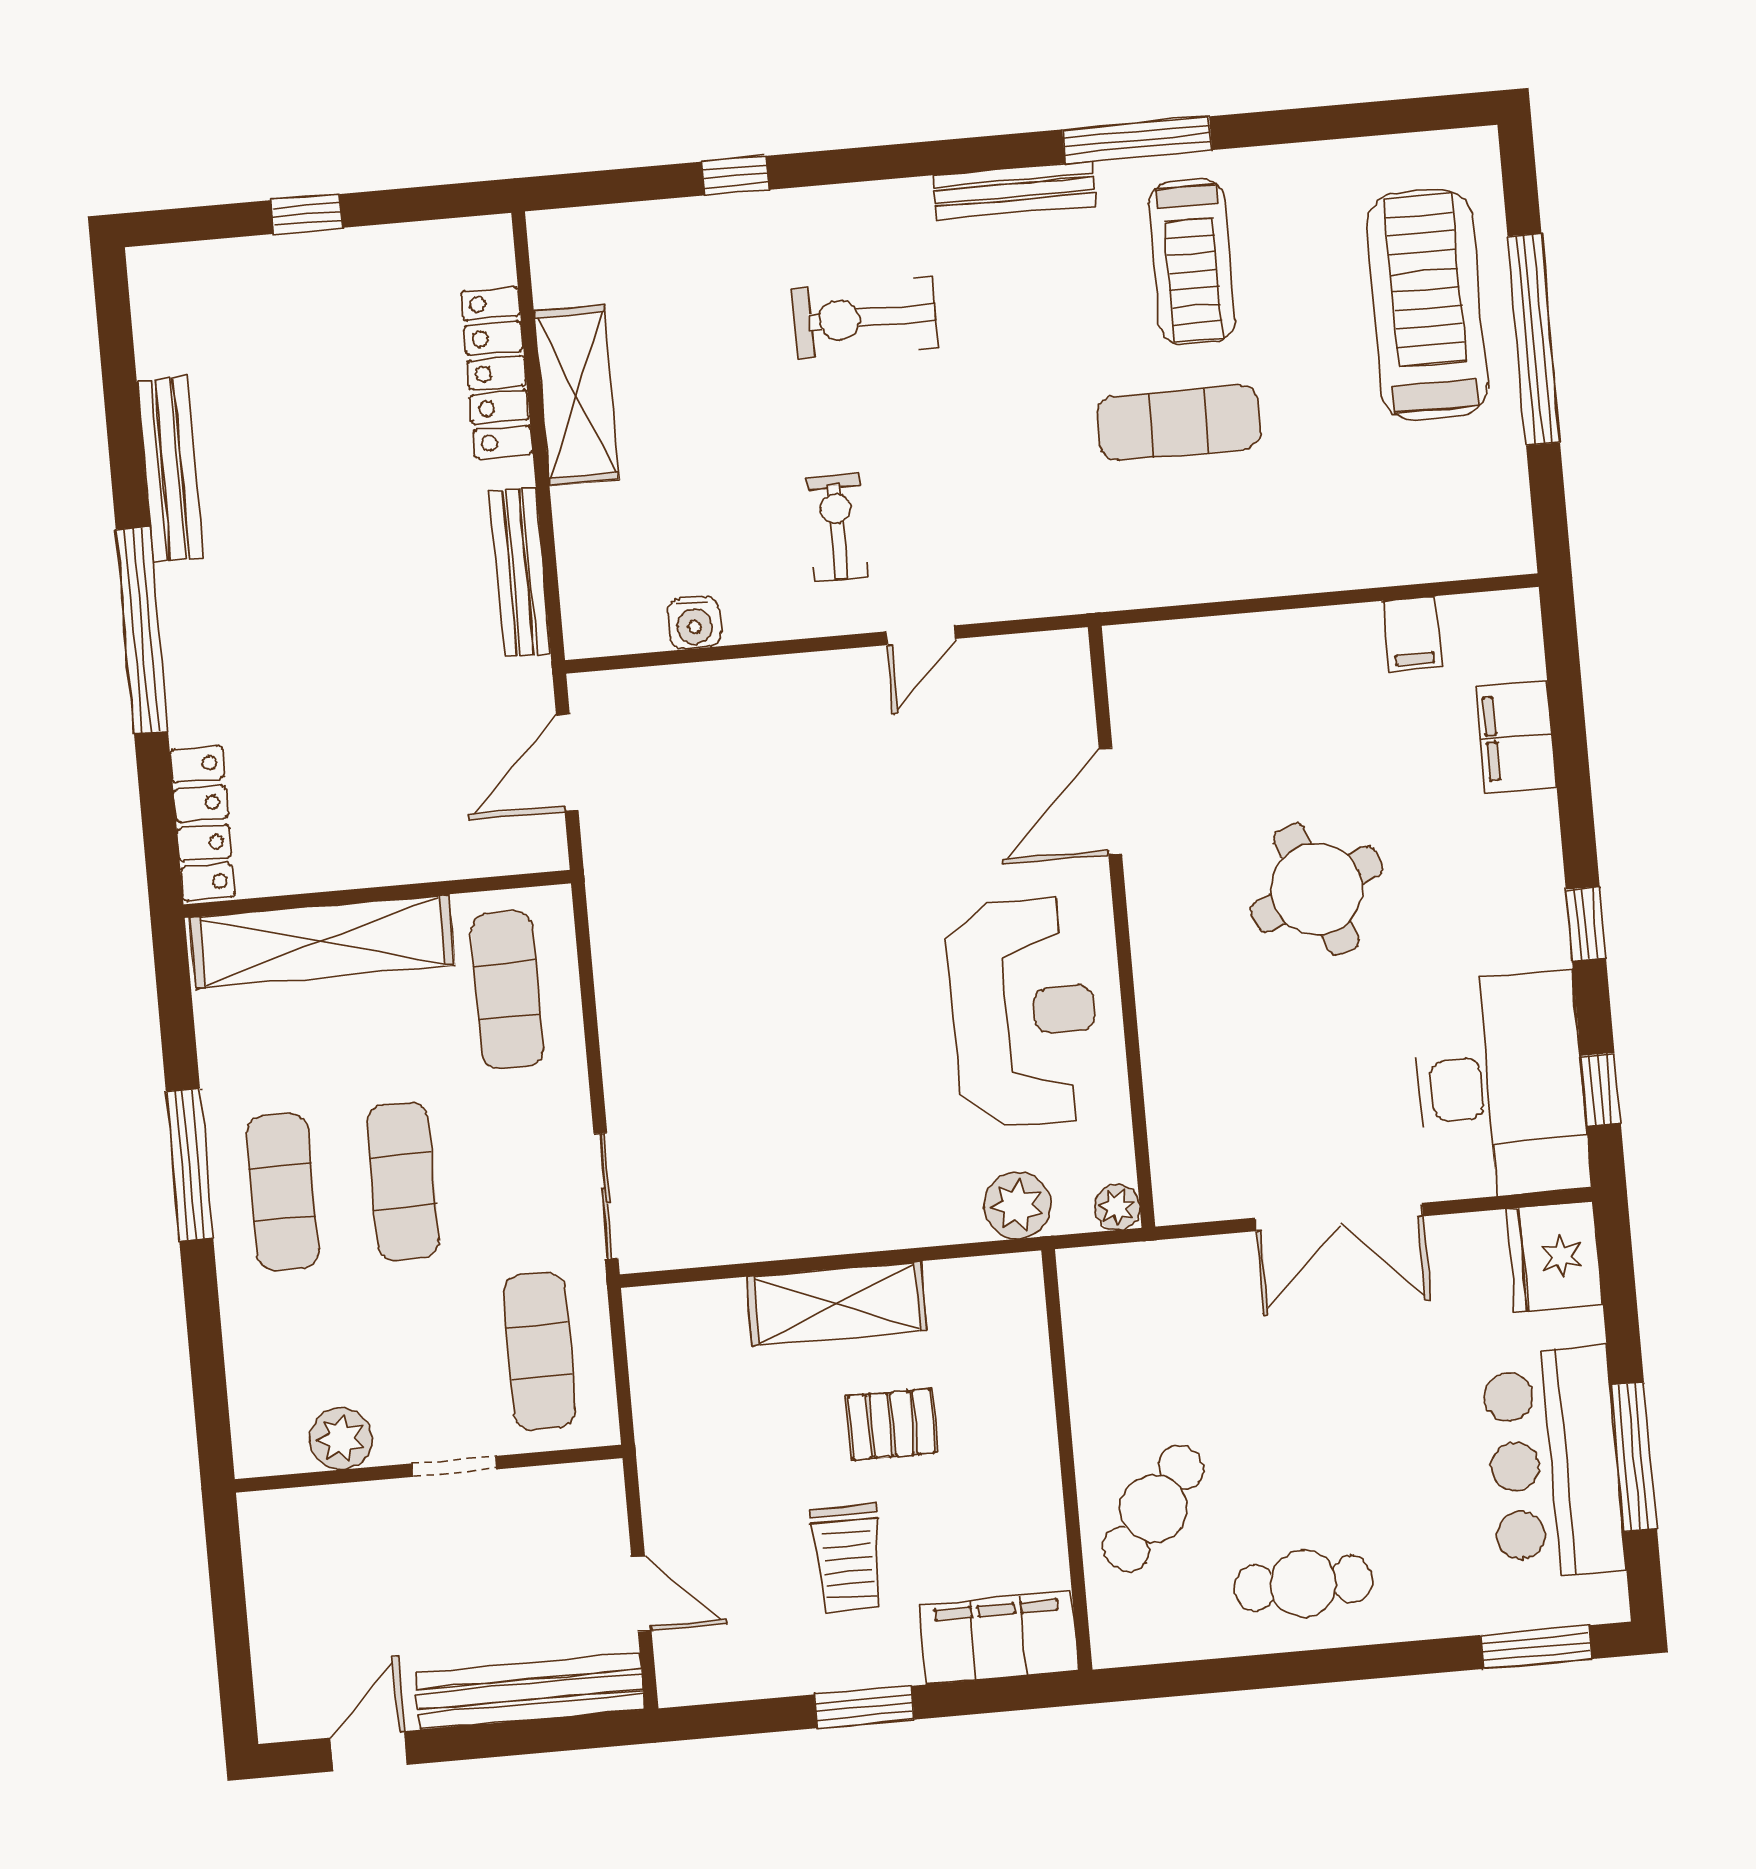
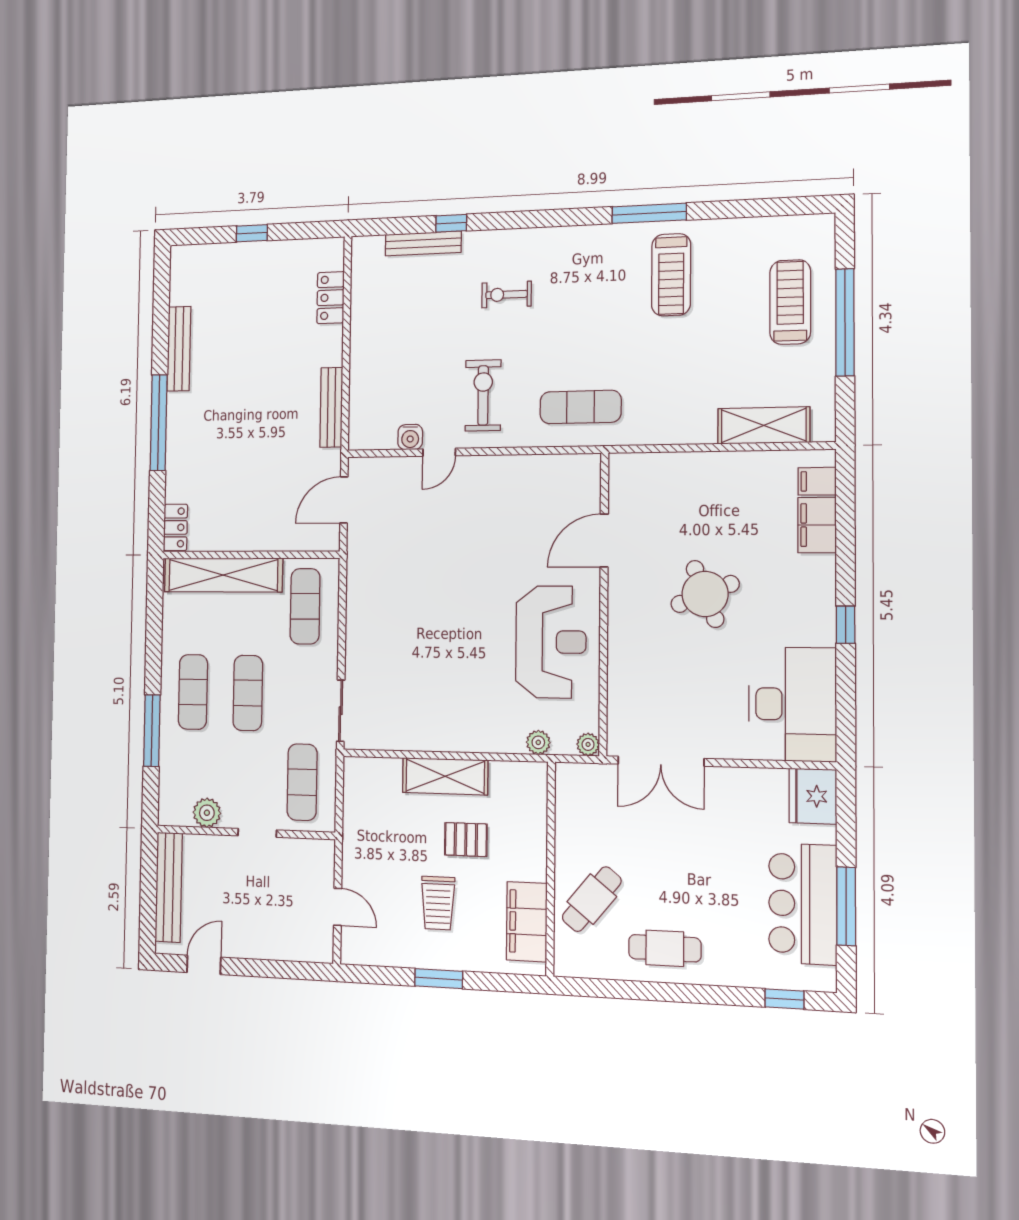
bench: (1014, 190) -> (423, 243), moved
treadmill: (1427, 305) -> (790, 302), width x0.73, depth x0.73
exercise bike: (865, 318) -> (507, 294), width x0.73, depth x0.72
locker: (497, 373) -> (331, 298), width x0.66
shelving: (576, 395) -> (764, 425), moved, turned 90
exercise mat: (1179, 423) -> (581, 407), moved
exercise bike: (837, 527) -> (483, 395), width x1.38, depth x1.39
filing cabinet: (1413, 634) -> (817, 481), moved, turned 90
door: (921, 635) -> (439, 452), moved
locker: (202, 823) -> (175, 527), width x0.66
window: (1601, 1089) -> (846, 712), removed
window: (190, 1165) -> (152, 731), moved
plant: (1017, 1205) -> (538, 742), width x0.73, depth x0.73
double door: (1339, 1217) -> (661, 761), moved
filing cabinet: (998, 1638) -> (527, 922), moved, turned -90
window: (1536, 1647) -> (784, 999), width x0.67
bench: (530, 1692) -> (169, 887), moved, turned 90

